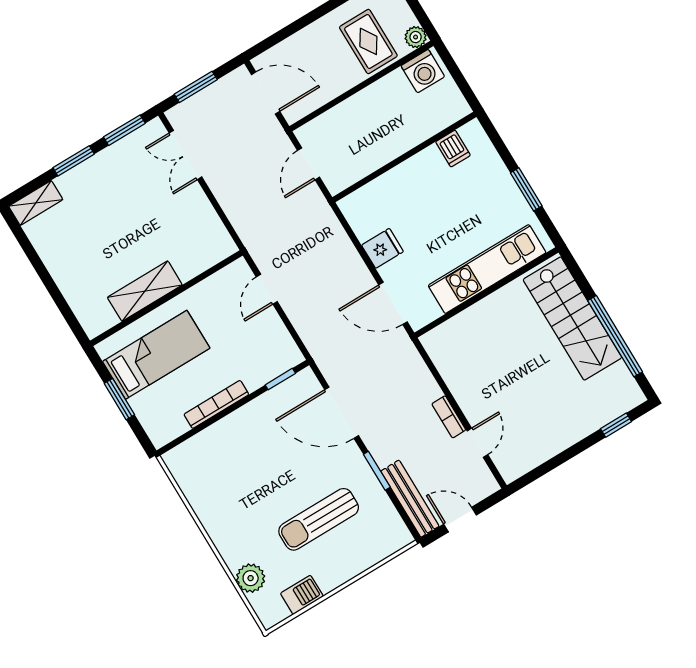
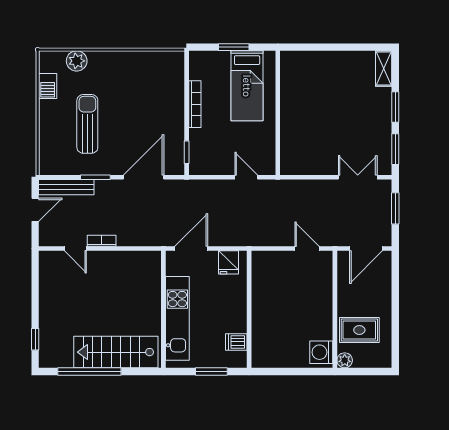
dishwasher: (453, 149) -> (236, 342), moved
wall: (404, 157) -> (249, 309), moved
shelving: (145, 291) -> (290, 102), removed

